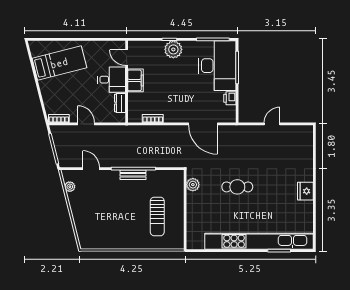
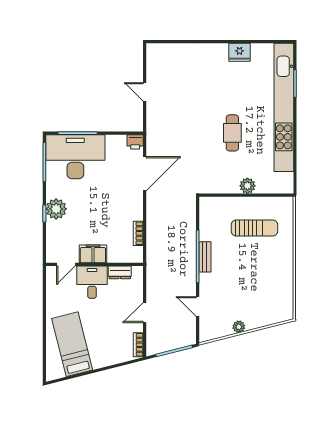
printer: (230, 98) -> (135, 142), moved
door: (91, 169) -> (198, 306), hinge flipped
plant: (193, 185) -> (247, 186), moved
plant: (70, 187) -> (239, 327), moved
cafe table: (237, 187) -> (232, 133), moved
fridge: (305, 191) -> (239, 52), moved

